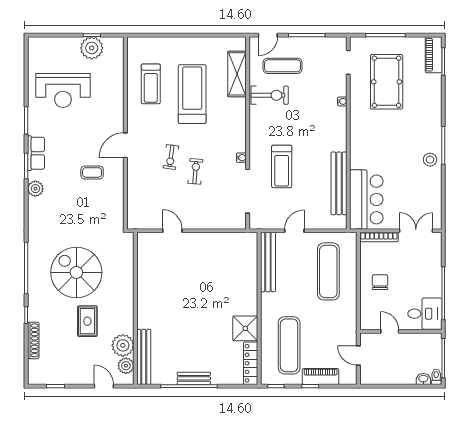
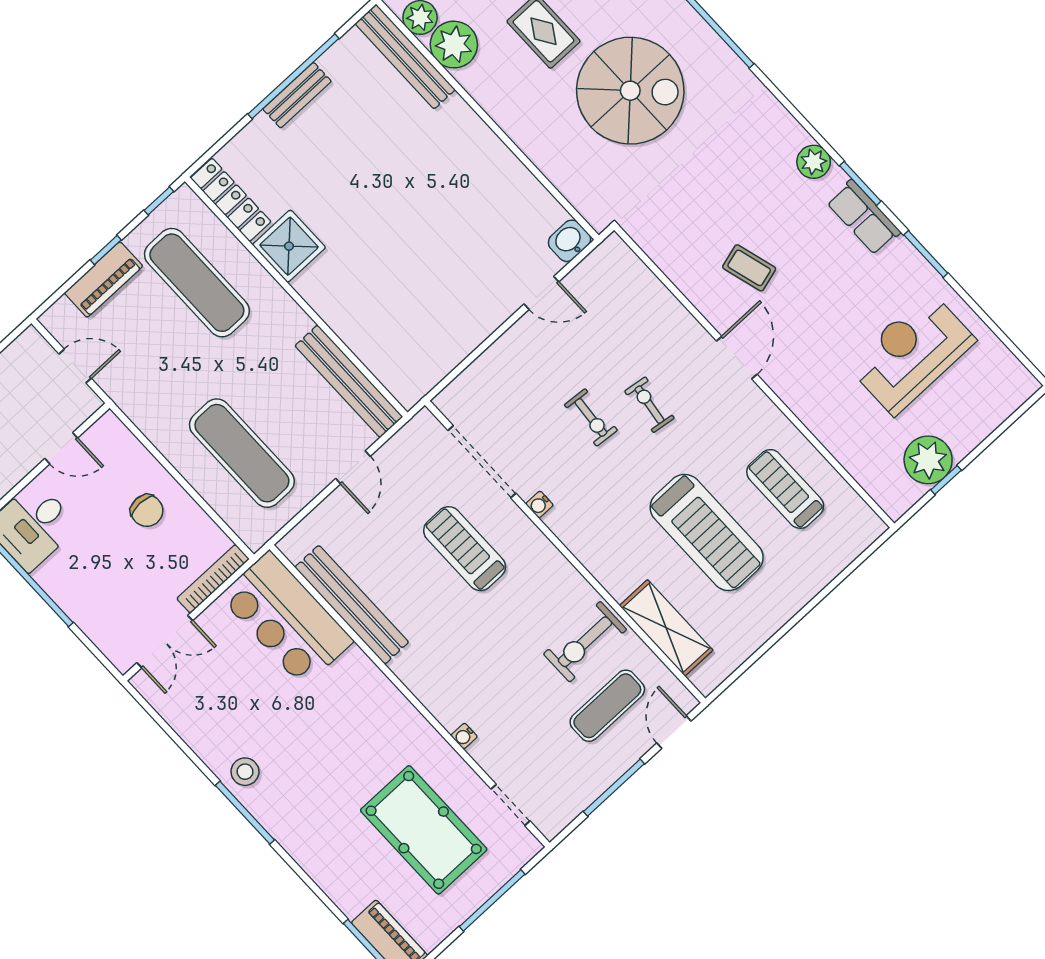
coffee table: (92, 172) -> (749, 268), turned 74
washbasin: (146, 240) -> (569, 241), added

